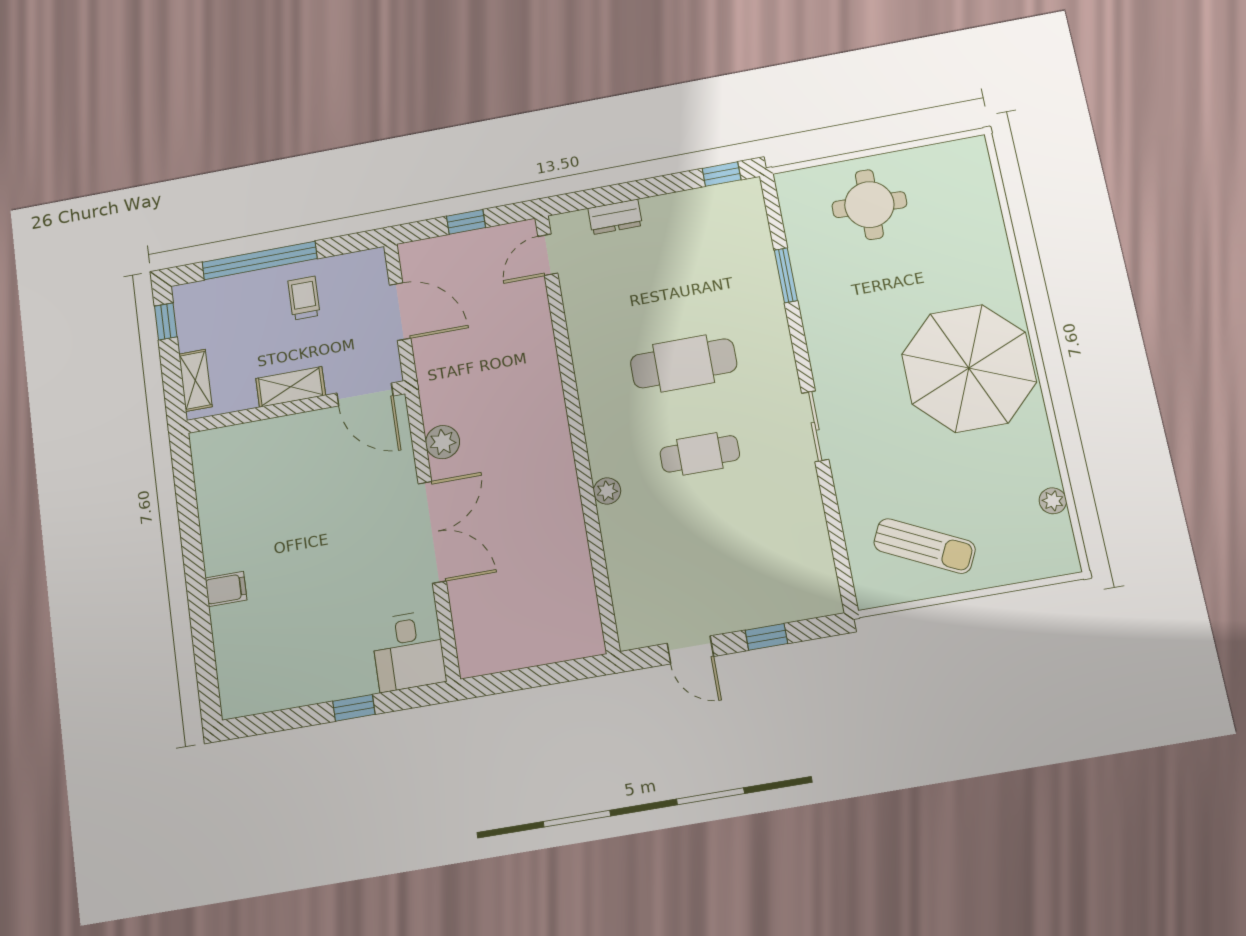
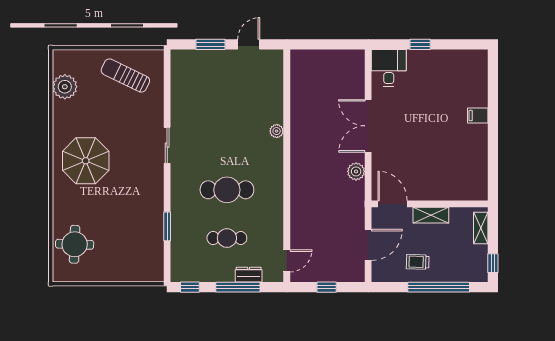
window: (631, 191) -> (238, 287), added
round table: (869, 205) -> (75, 244), moved
trolley: (304, 298) -> (418, 262), turned 92
door: (400, 312) -> (368, 245), swing flipped
parasol: (969, 368) -> (86, 161), width x0.73, depth x0.73
cafe table: (700, 454) -> (227, 238), moved
plant: (1053, 501) -> (65, 87), width x1.88, depth x1.88
window: (766, 637) -> (210, 44), width x1.50
door: (690, 650) -> (249, 44), hinge flipped

